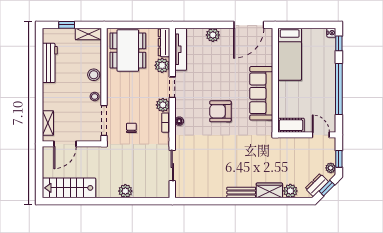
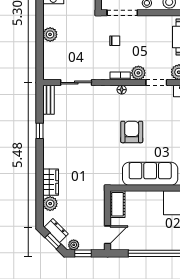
bench: (241, 193) -> (48, 100), moved
window: (219, 201) -> (40, 131), added

